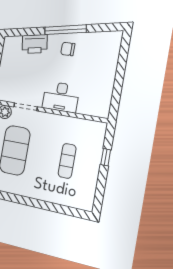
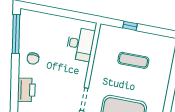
window: (65, 30) -> (16, 34), moved
desk: (61, 97) -> (80, 44), moved

